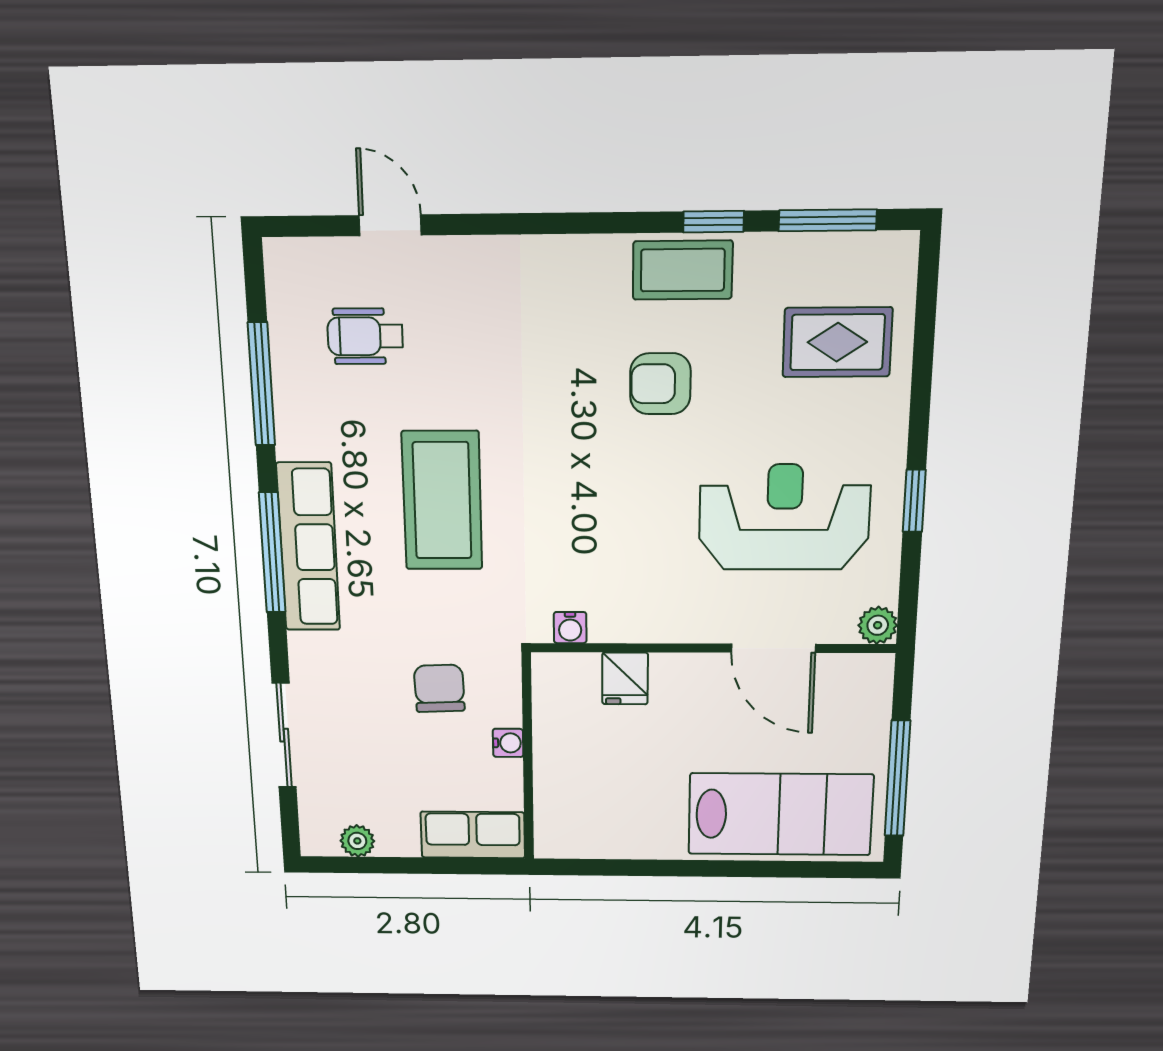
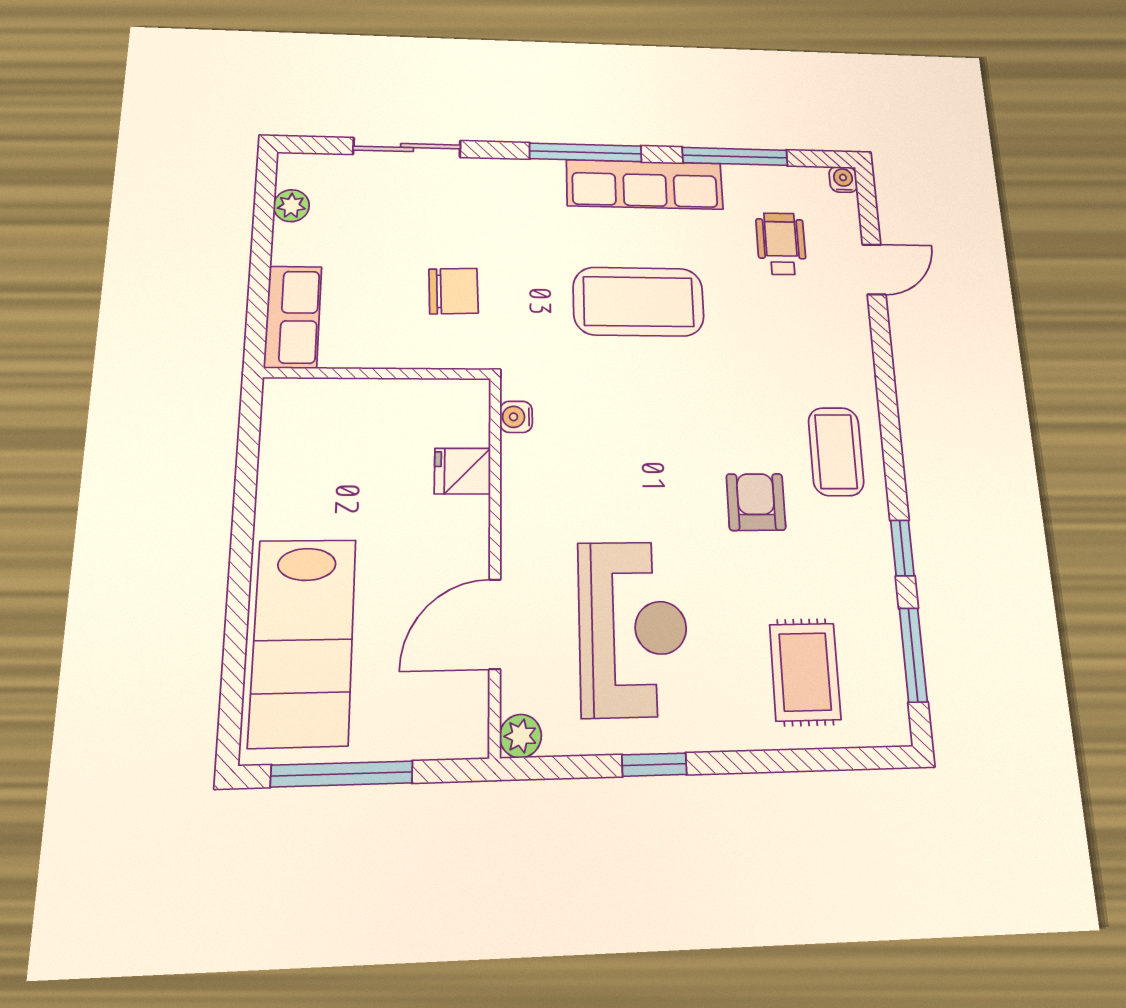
coffee table: (683, 270) -> (836, 451), moved
row of seats: (308, 547) -> (645, 184), moved
water cooler: (508, 743) -> (843, 179), moved, turned 180

